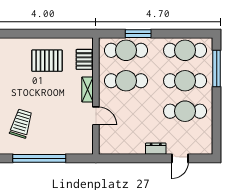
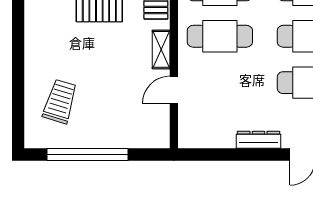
door: (96, 116) -> (174, 90), swing flipped
dresser: (156, 149) -> (258, 140), width x1.44

